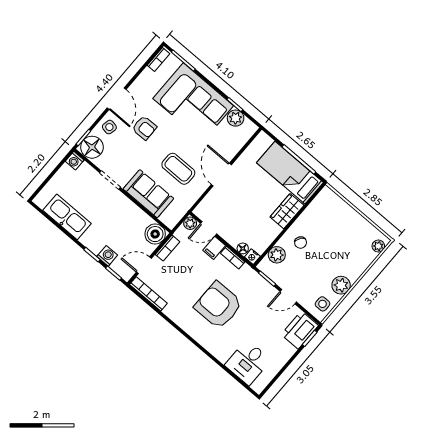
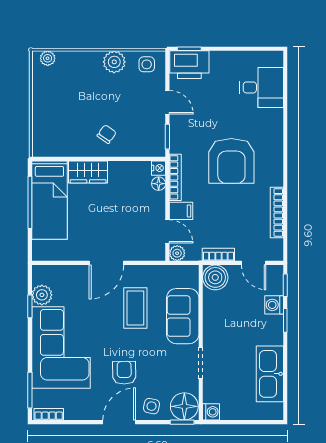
plant: (277, 255) -> (137, 147), removed
bookcase: (233, 258) -> (175, 177), width x1.56
bookcase: (148, 294) -> (277, 212), moved

